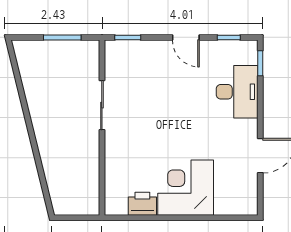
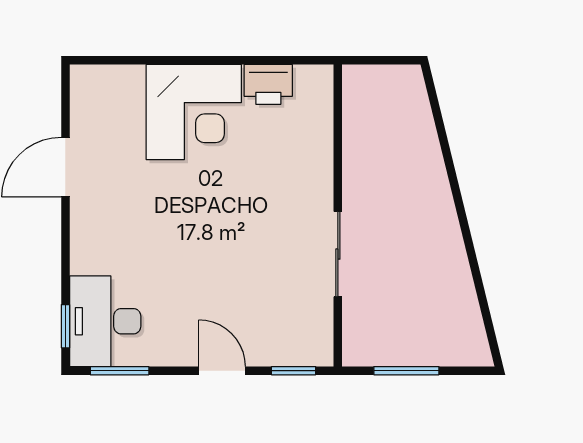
door: (186, 37) -> (222, 371), moved
window: (229, 37) -> (120, 371), width x1.50
desk: (237, 92) -> (105, 321), moved

